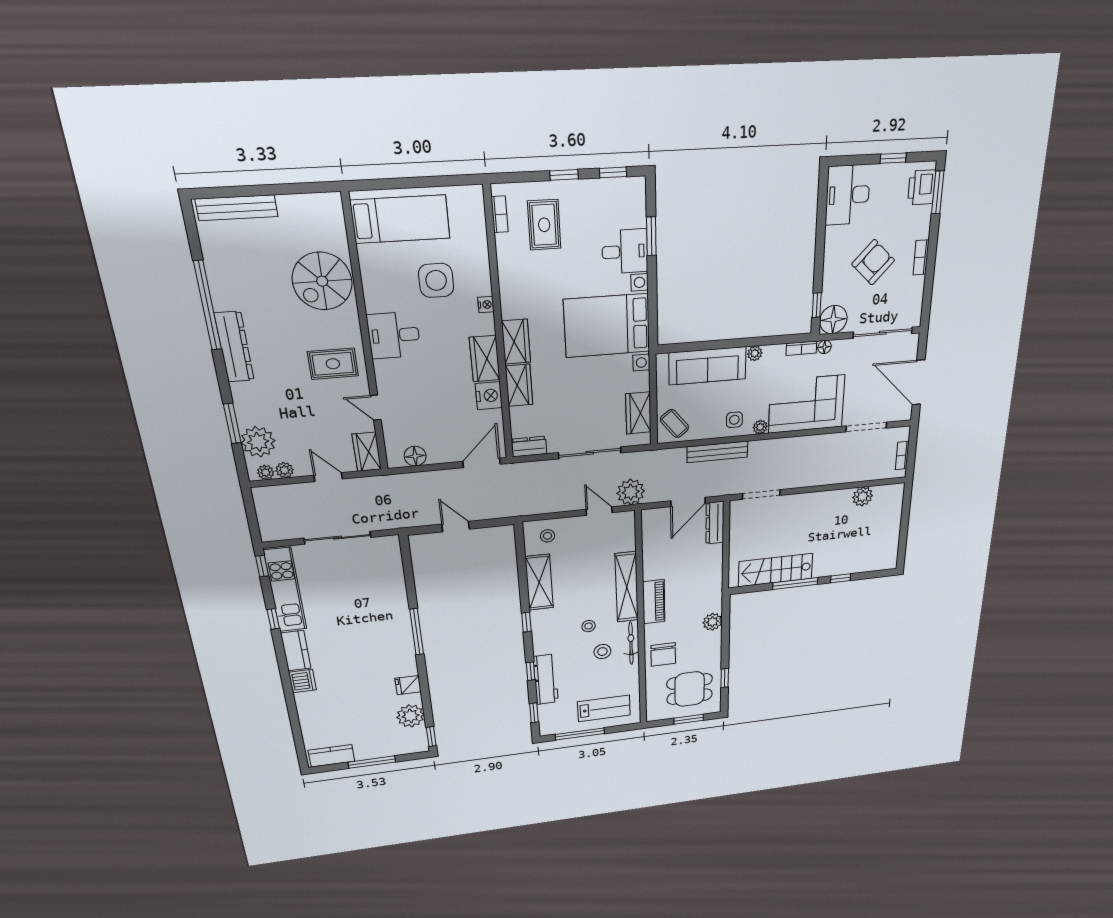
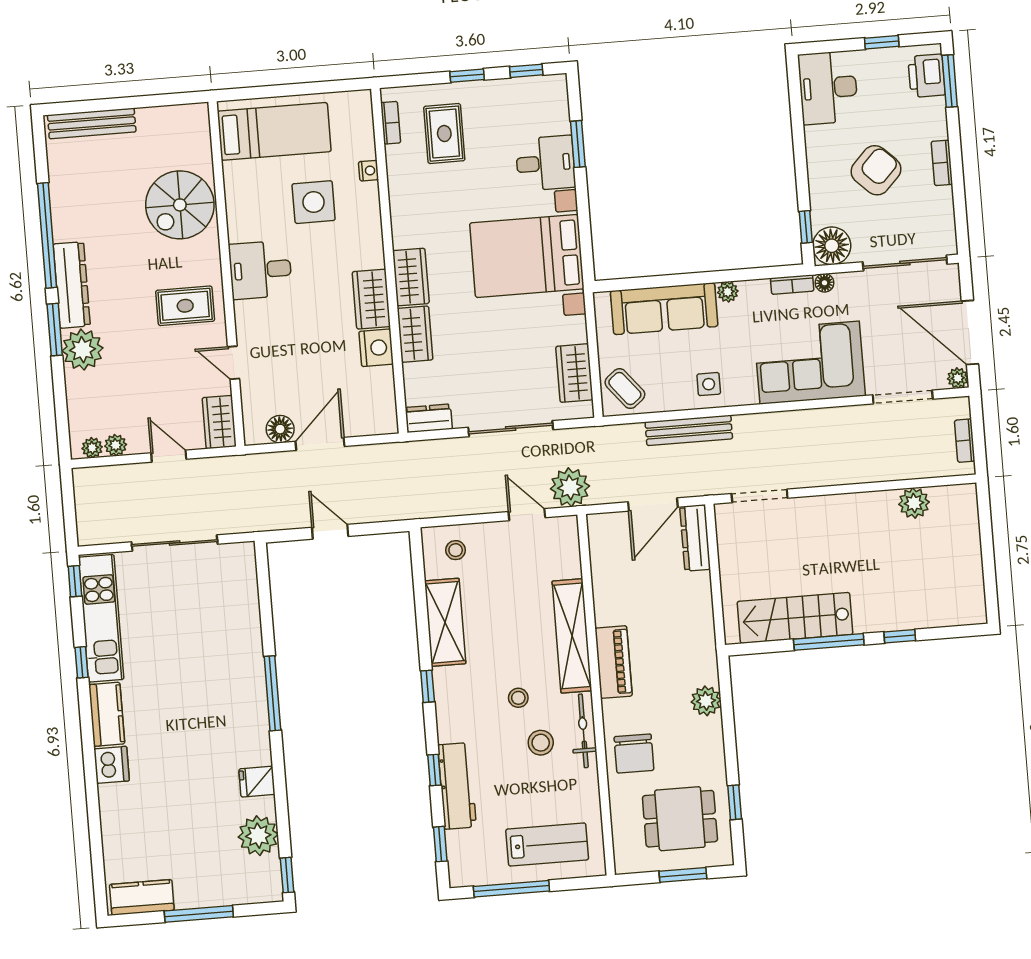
nightstand: (486, 305) -> (369, 171), moved
window: (232, 423) -> (55, 330), moved
plant: (760, 427) -> (958, 378), moved
plant: (258, 442) -> (83, 350), moved
door: (482, 463) -> (320, 444), moved

